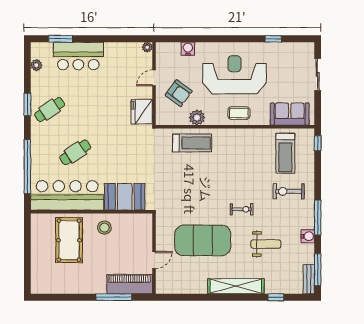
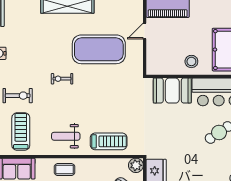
plant: (197, 117) -> (136, 165), moved
treadmill: (192, 143) -> (109, 141), turned 180
weight bench: (266, 244) -> (66, 136), moved

